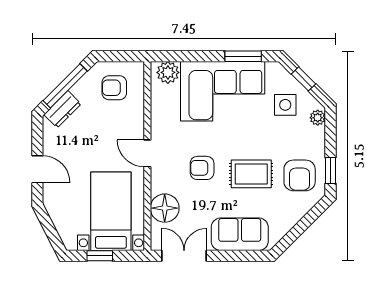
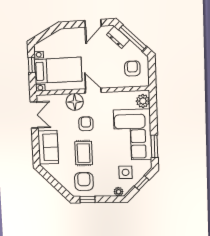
door: (147, 153) -> (93, 91), hinge flipped
door: (37, 169) -> (93, 23), moved
armchair: (300, 175) -> (84, 181), turned 90
floor lamp: (165, 208) -> (75, 102), moved

